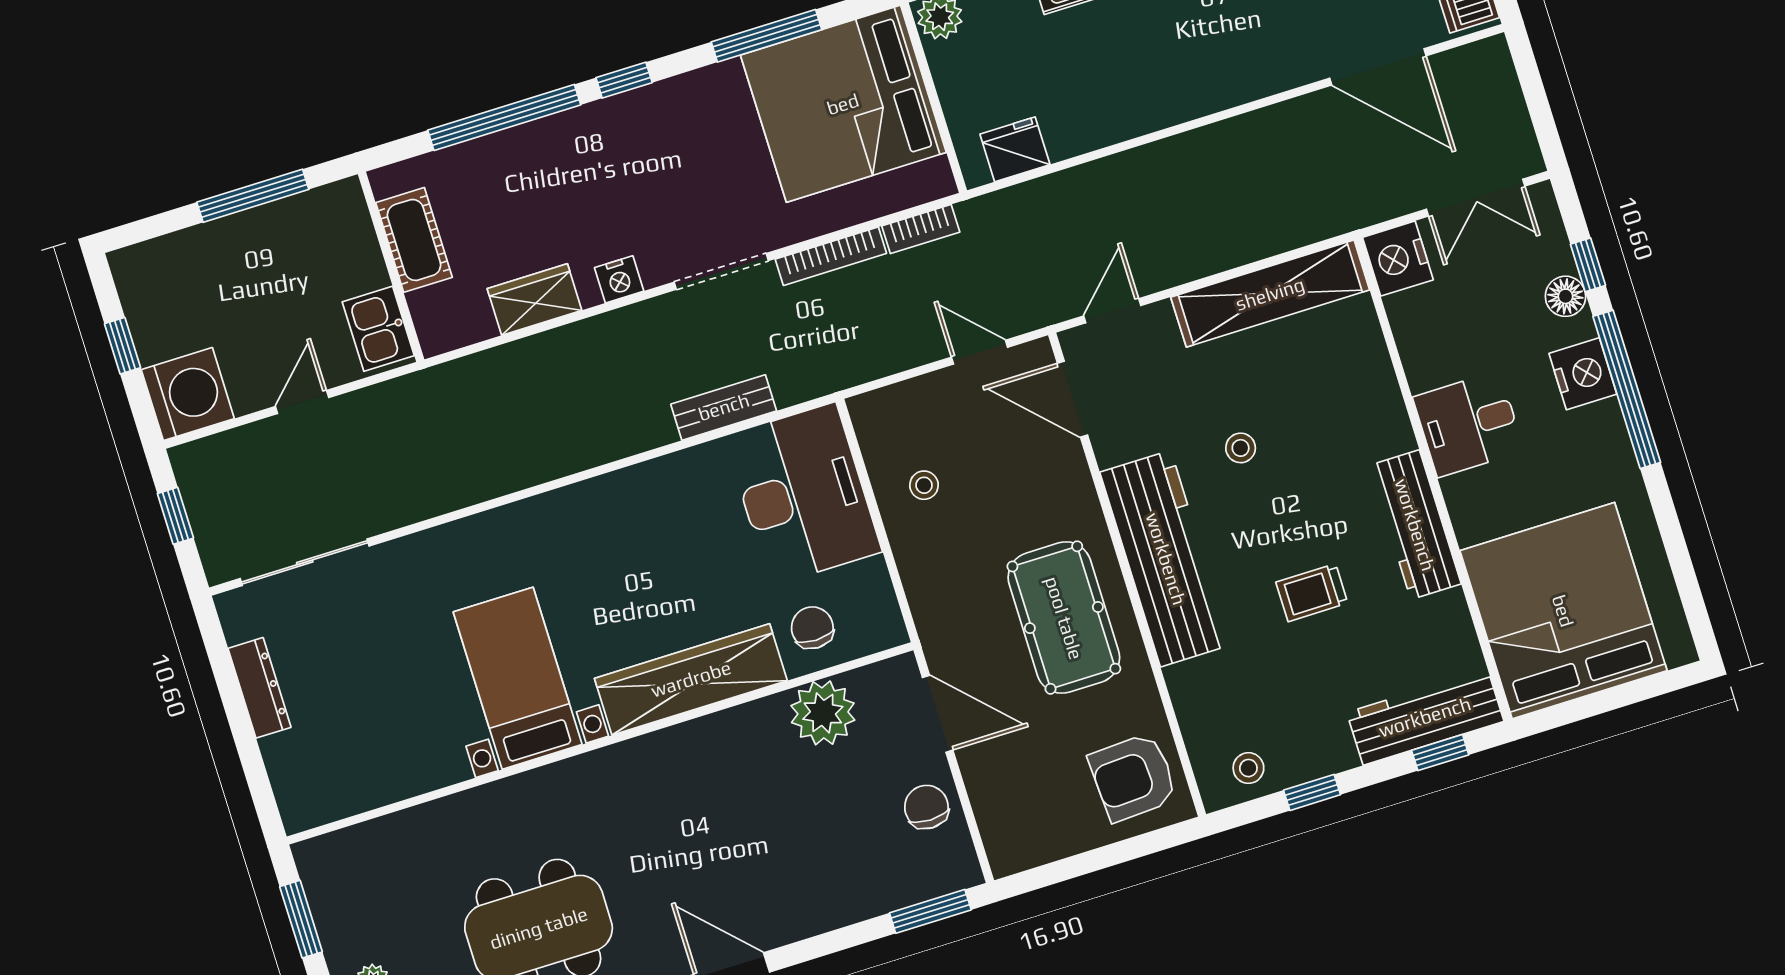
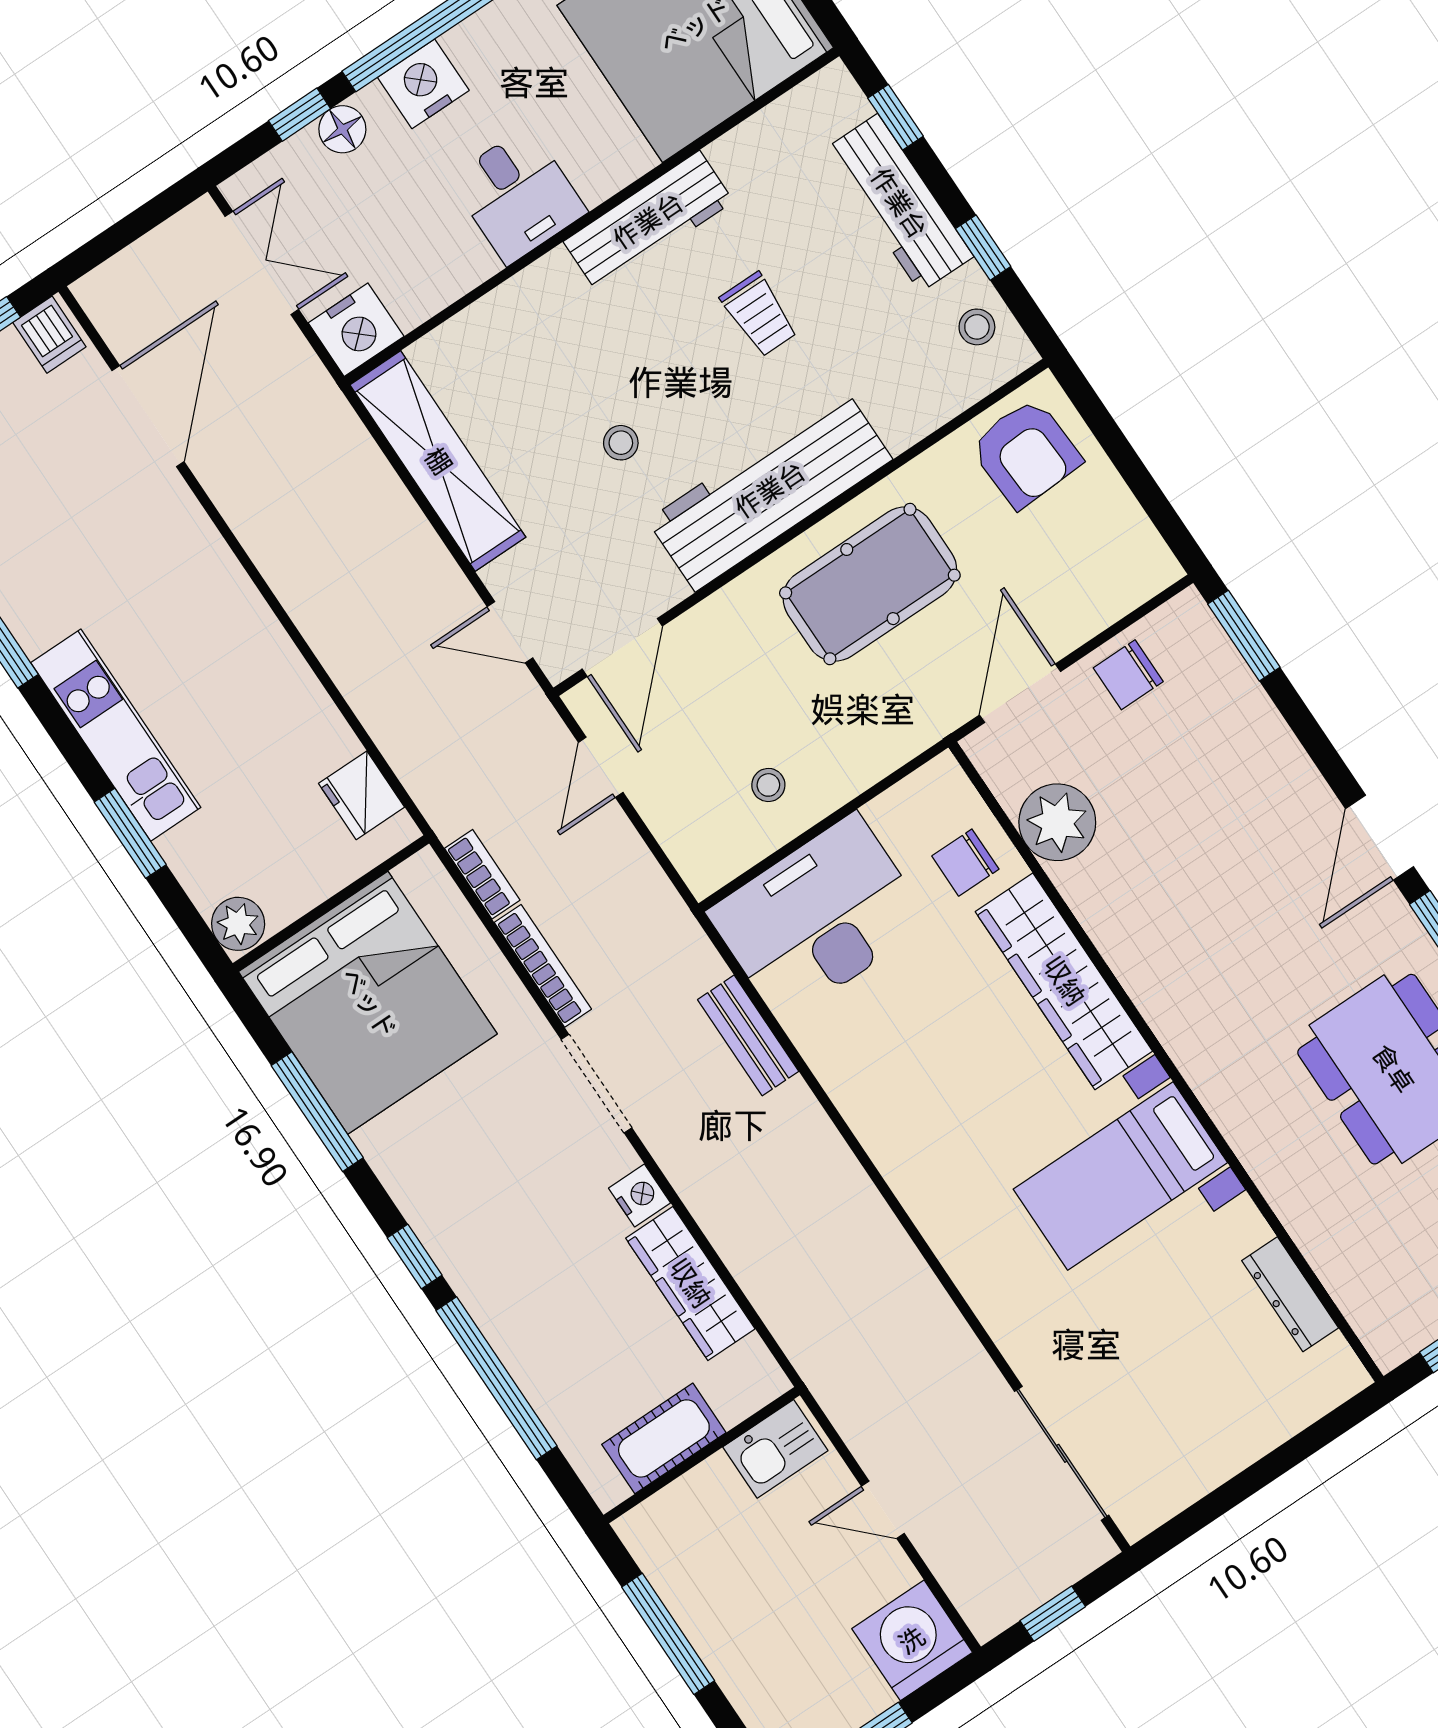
wardrobe: (535, 300) -> (690, 1283), width x1.50
dresser: (260, 688) -> (1290, 1294), moved, turned -90
workbench: (1425, 717) -> (899, 203), moved

